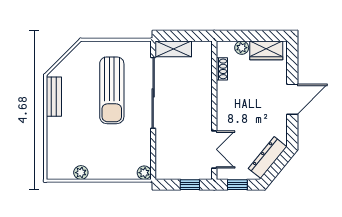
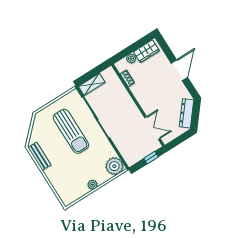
plant: (81, 173) -> (92, 185), moved
plant: (144, 173) -> (114, 166), width x1.87, depth x1.87
window: (237, 185) -> (179, 140), removed

